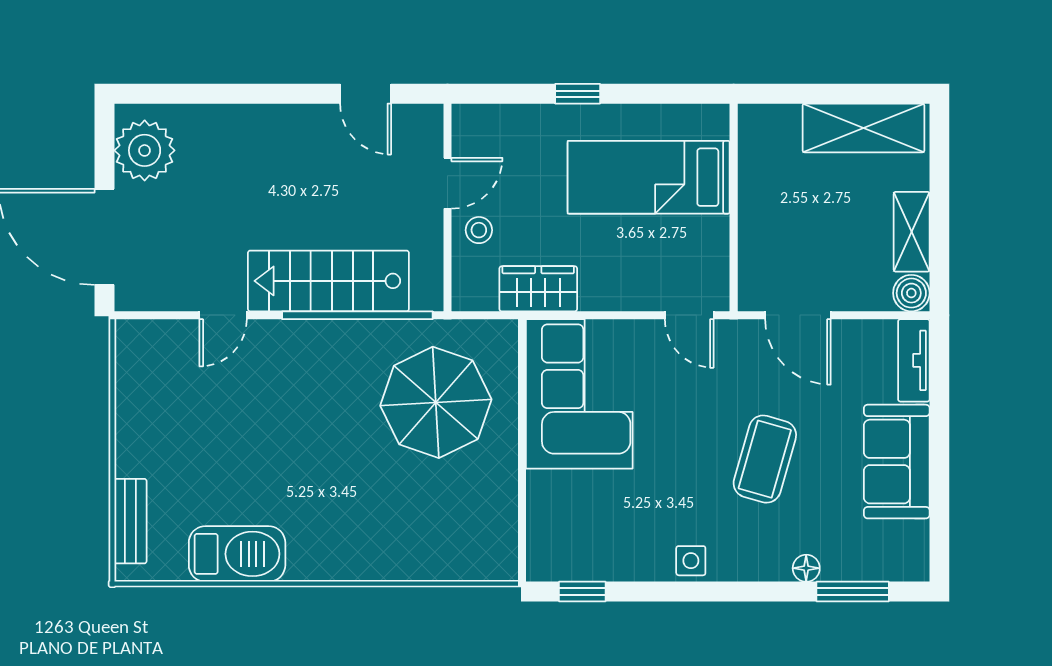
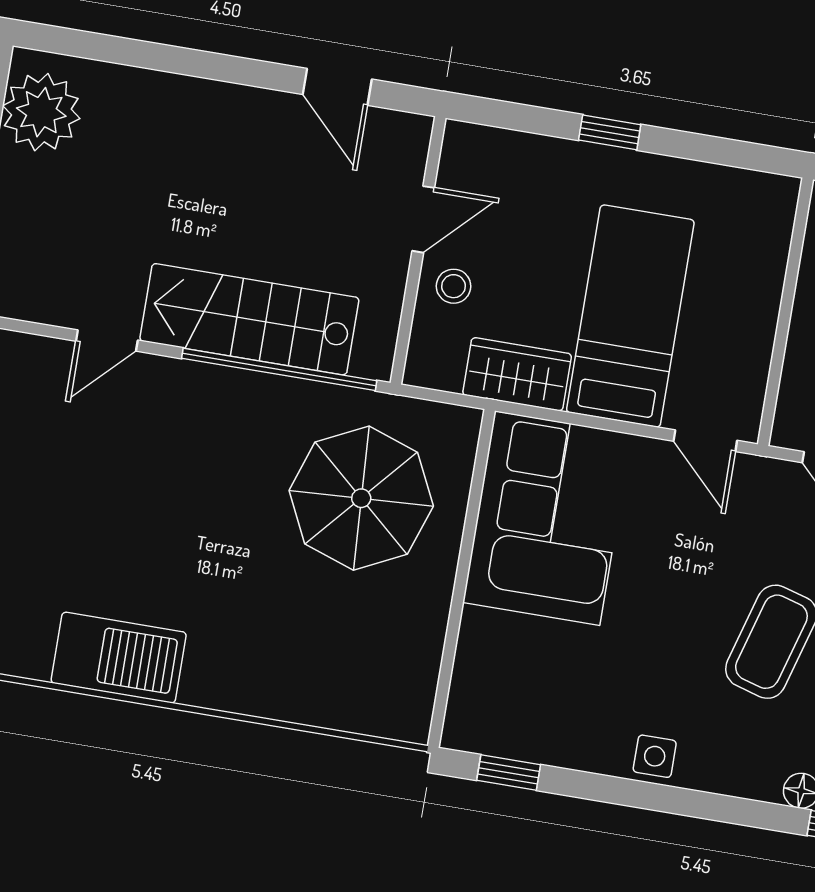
bed: (649, 177) -> (630, 316), moved, turned 90
barbecue: (237, 554) -> (119, 658), moved

